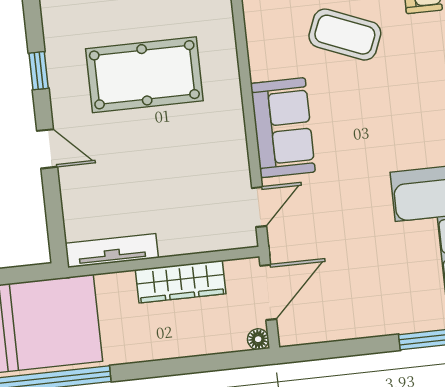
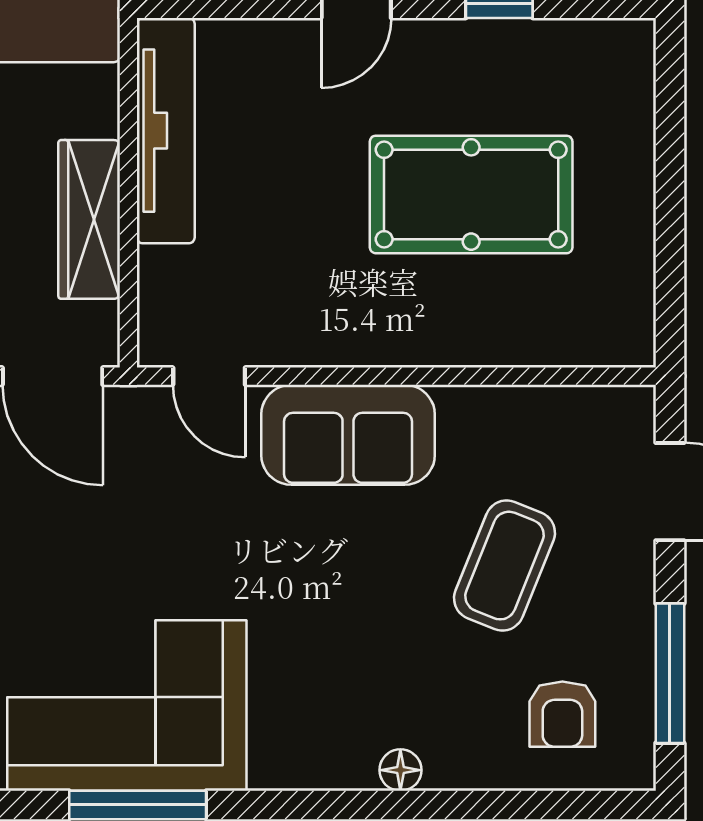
pool table: (144, 75) -> (471, 194), turned 90
tv unit: (112, 251) -> (166, 131), width x1.36, depth x1.29

